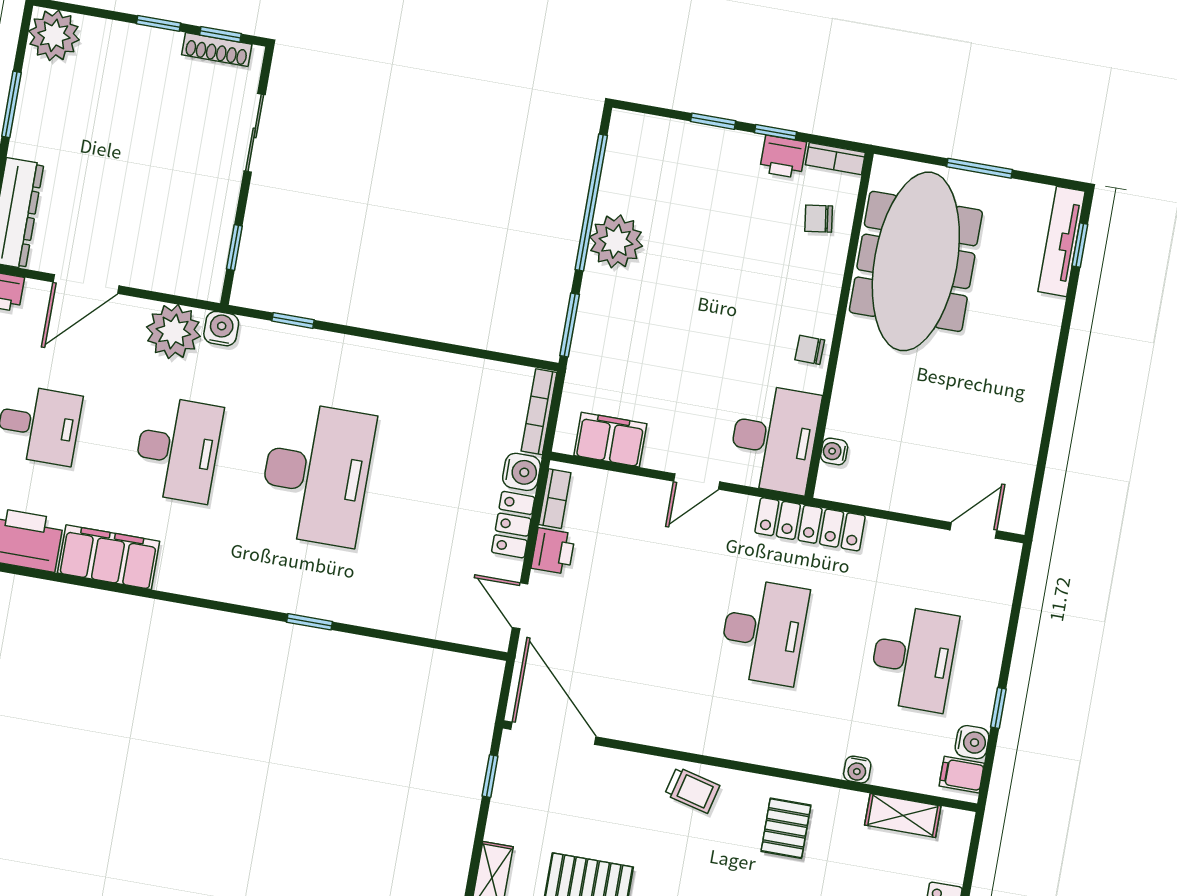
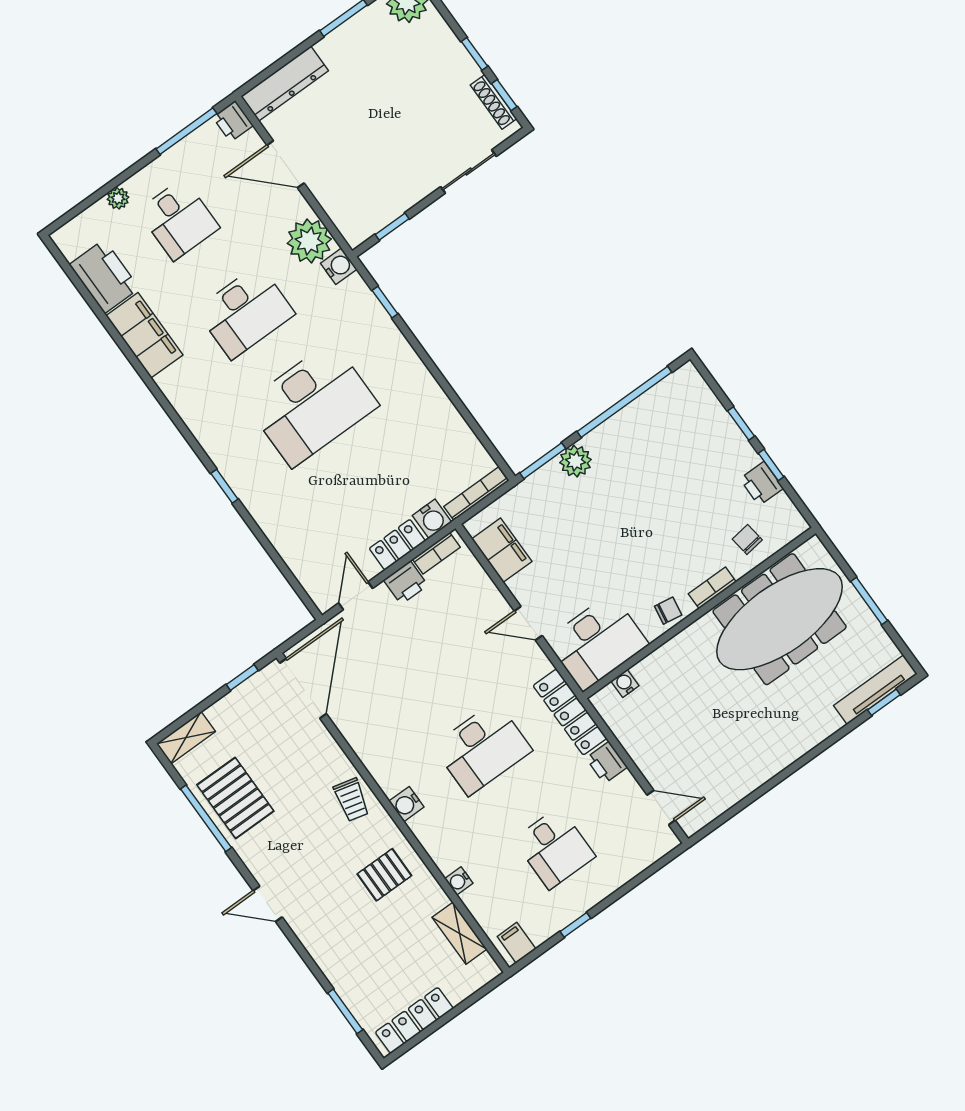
bookcase: (835, 159) -> (712, 588), moved, turned 90
plant: (616, 241) -> (575, 461), moved, width x0.73, depth x0.73
chair: (810, 350) -> (668, 611), turned 98
printer: (886, 537) -> (607, 763), added
desk: (913, 658) -> (554, 848), width x0.73
water cooler: (972, 742) -> (406, 804), moved, turned 90

